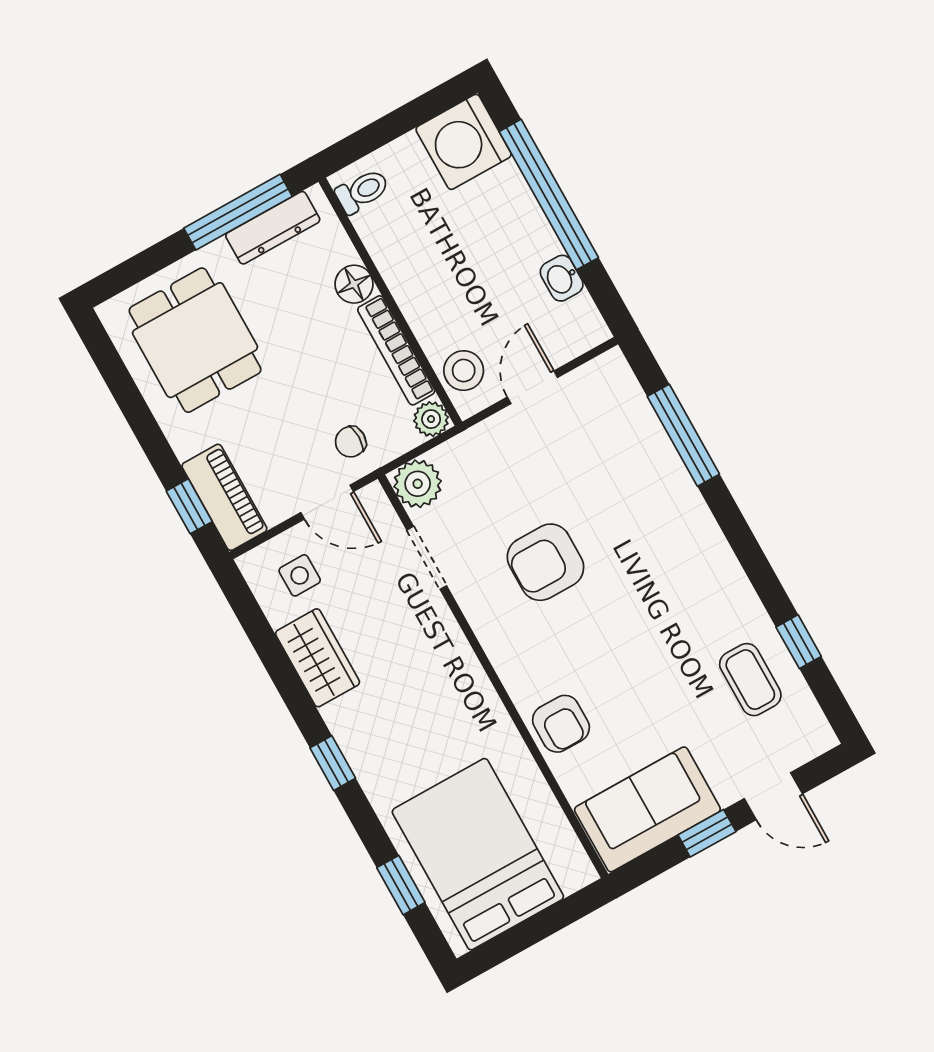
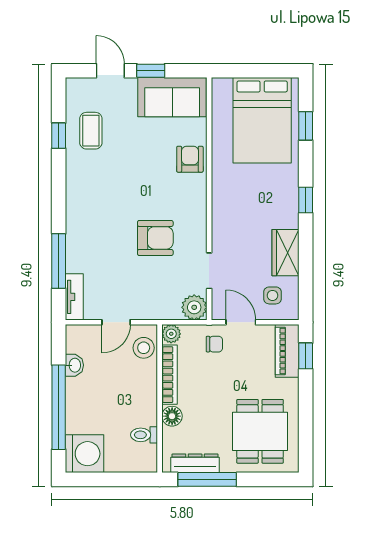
toilet: (362, 191) -> (144, 435), moved
tv unit: (625, 391) -> (74, 297), added

